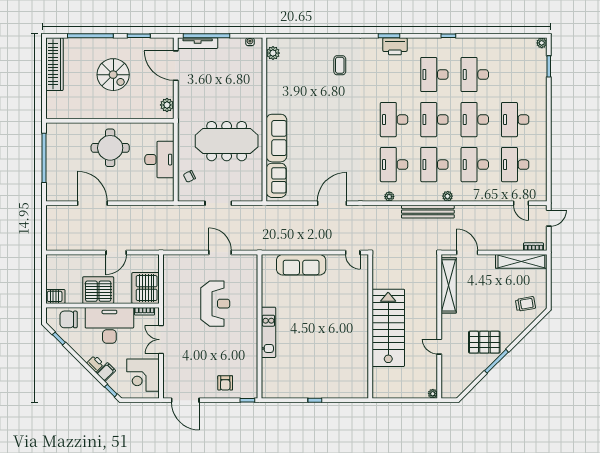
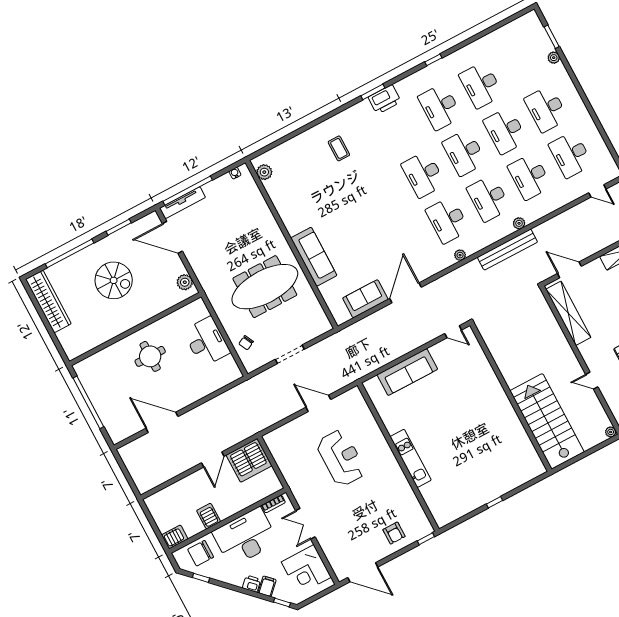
plant: (542, 43) -> (554, 58), moved
round table: (110, 148) -> (150, 356), width x0.73, depth x0.73
sofa: (276, 180) -> (365, 299), moved, turned -90
server rack: (146, 288) -> (249, 460), moved, turned -90
server rack: (98, 290) -> (209, 516), width x0.46, depth x0.70
stairs: (388, 328) -> (547, 421), moved

